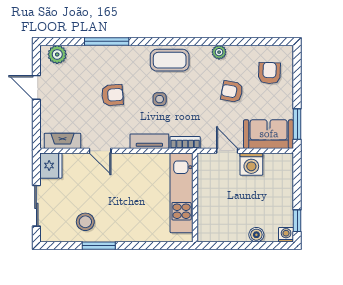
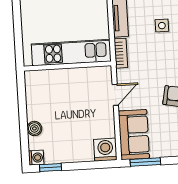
washing machine: (251, 164) -> (105, 150), moved, turned 90

